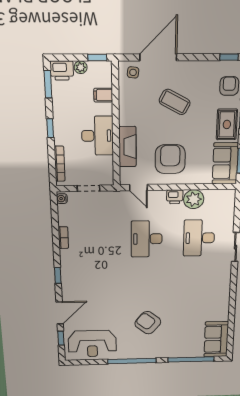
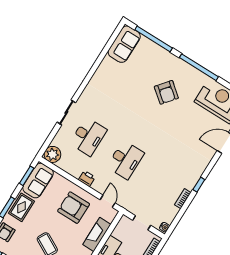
armchair: (170, 159) -> (74, 208), turned 90
plant: (194, 199) -> (52, 154), moved
window: (58, 275) -> (199, 185), moved

